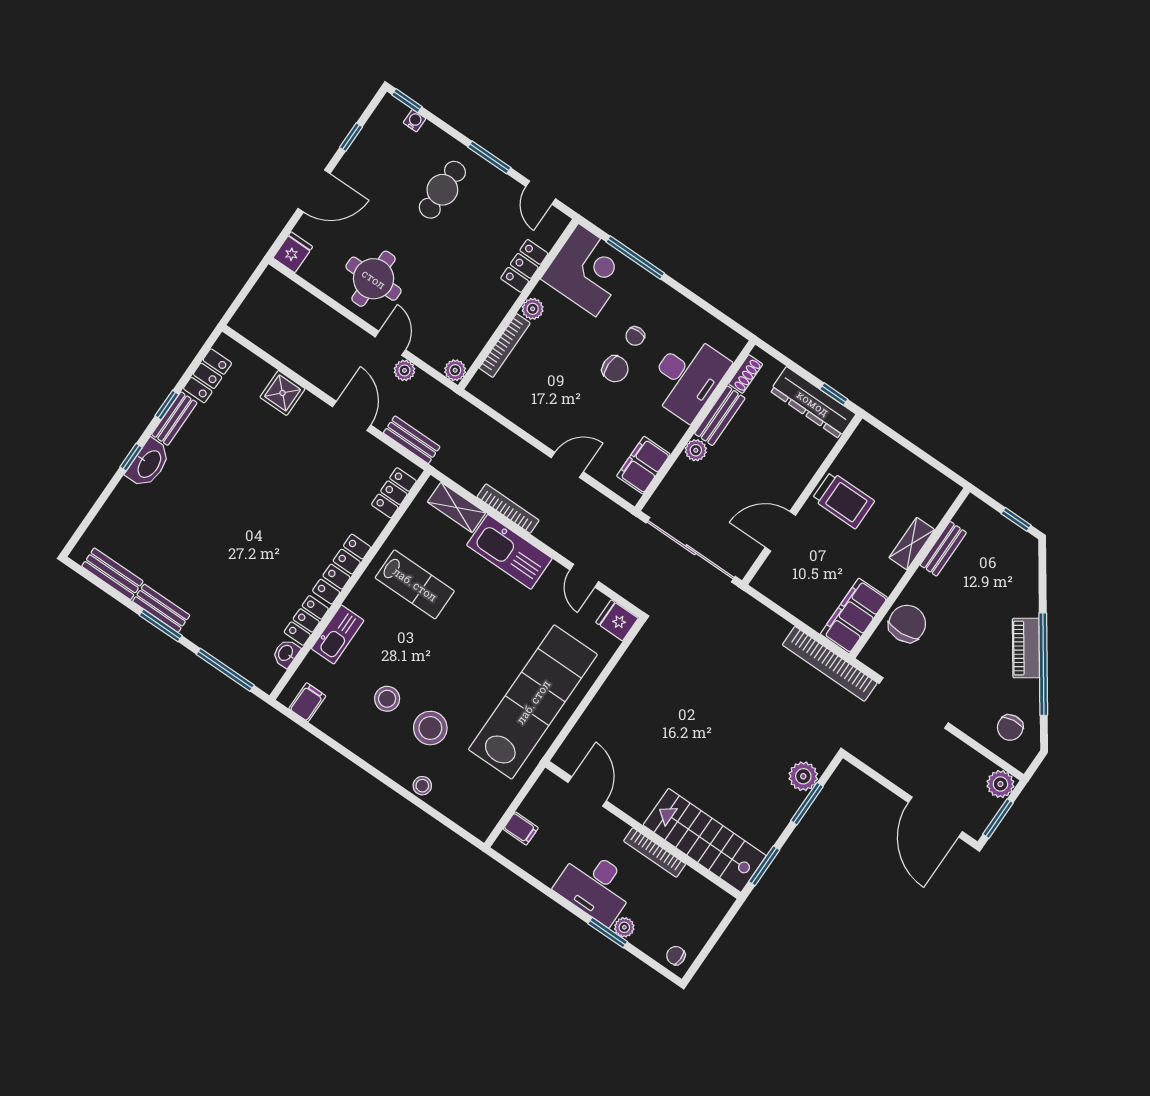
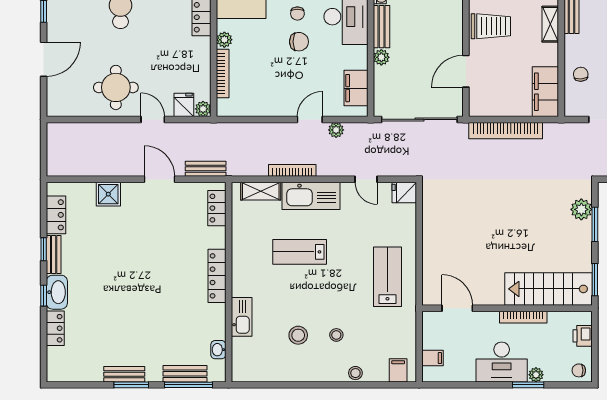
fridge: (293, 252) -> (184, 105), moved
plant: (404, 370) -> (336, 130), moved
bench: (112, 574) -> (185, 374), moved
lab bench: (415, 584) -> (300, 252), moved, turned 180
locker: (306, 620) -> (55, 328), moved, turned 180
chair: (907, 624) -> (581, 74), width x0.54, depth x0.54
bookcase: (830, 664) -> (506, 131), moved
filing cabinet: (307, 702) -> (398, 370), moved
lab bench: (533, 702) -> (387, 277), width x0.54, depth x0.72
stool: (430, 728) -> (336, 335), width x0.53, depth x0.53
printer: (707, 920) -> (583, 336), added

